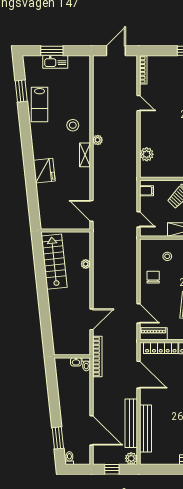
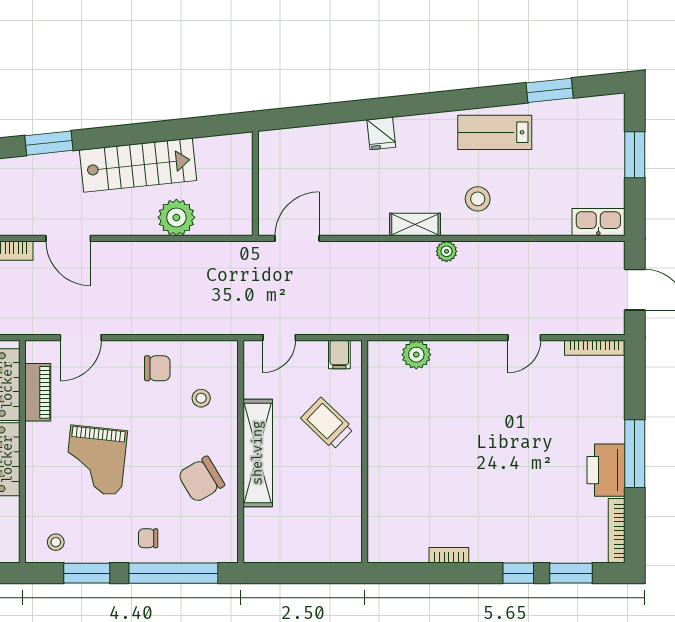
kitchen sink: (55, 62) -> (598, 222), moved, turned 90
lab bench: (40, 104) -> (495, 132), moved
fridge: (44, 171) -> (381, 133), width x0.53, depth x0.75
stairs: (54, 262) -> (138, 165), moved
plant: (86, 264) -> (176, 217), width x1.88, depth x1.88
window: (46, 329) -> (49, 143), added
piano: (153, 334) -> (38, 392), moved

